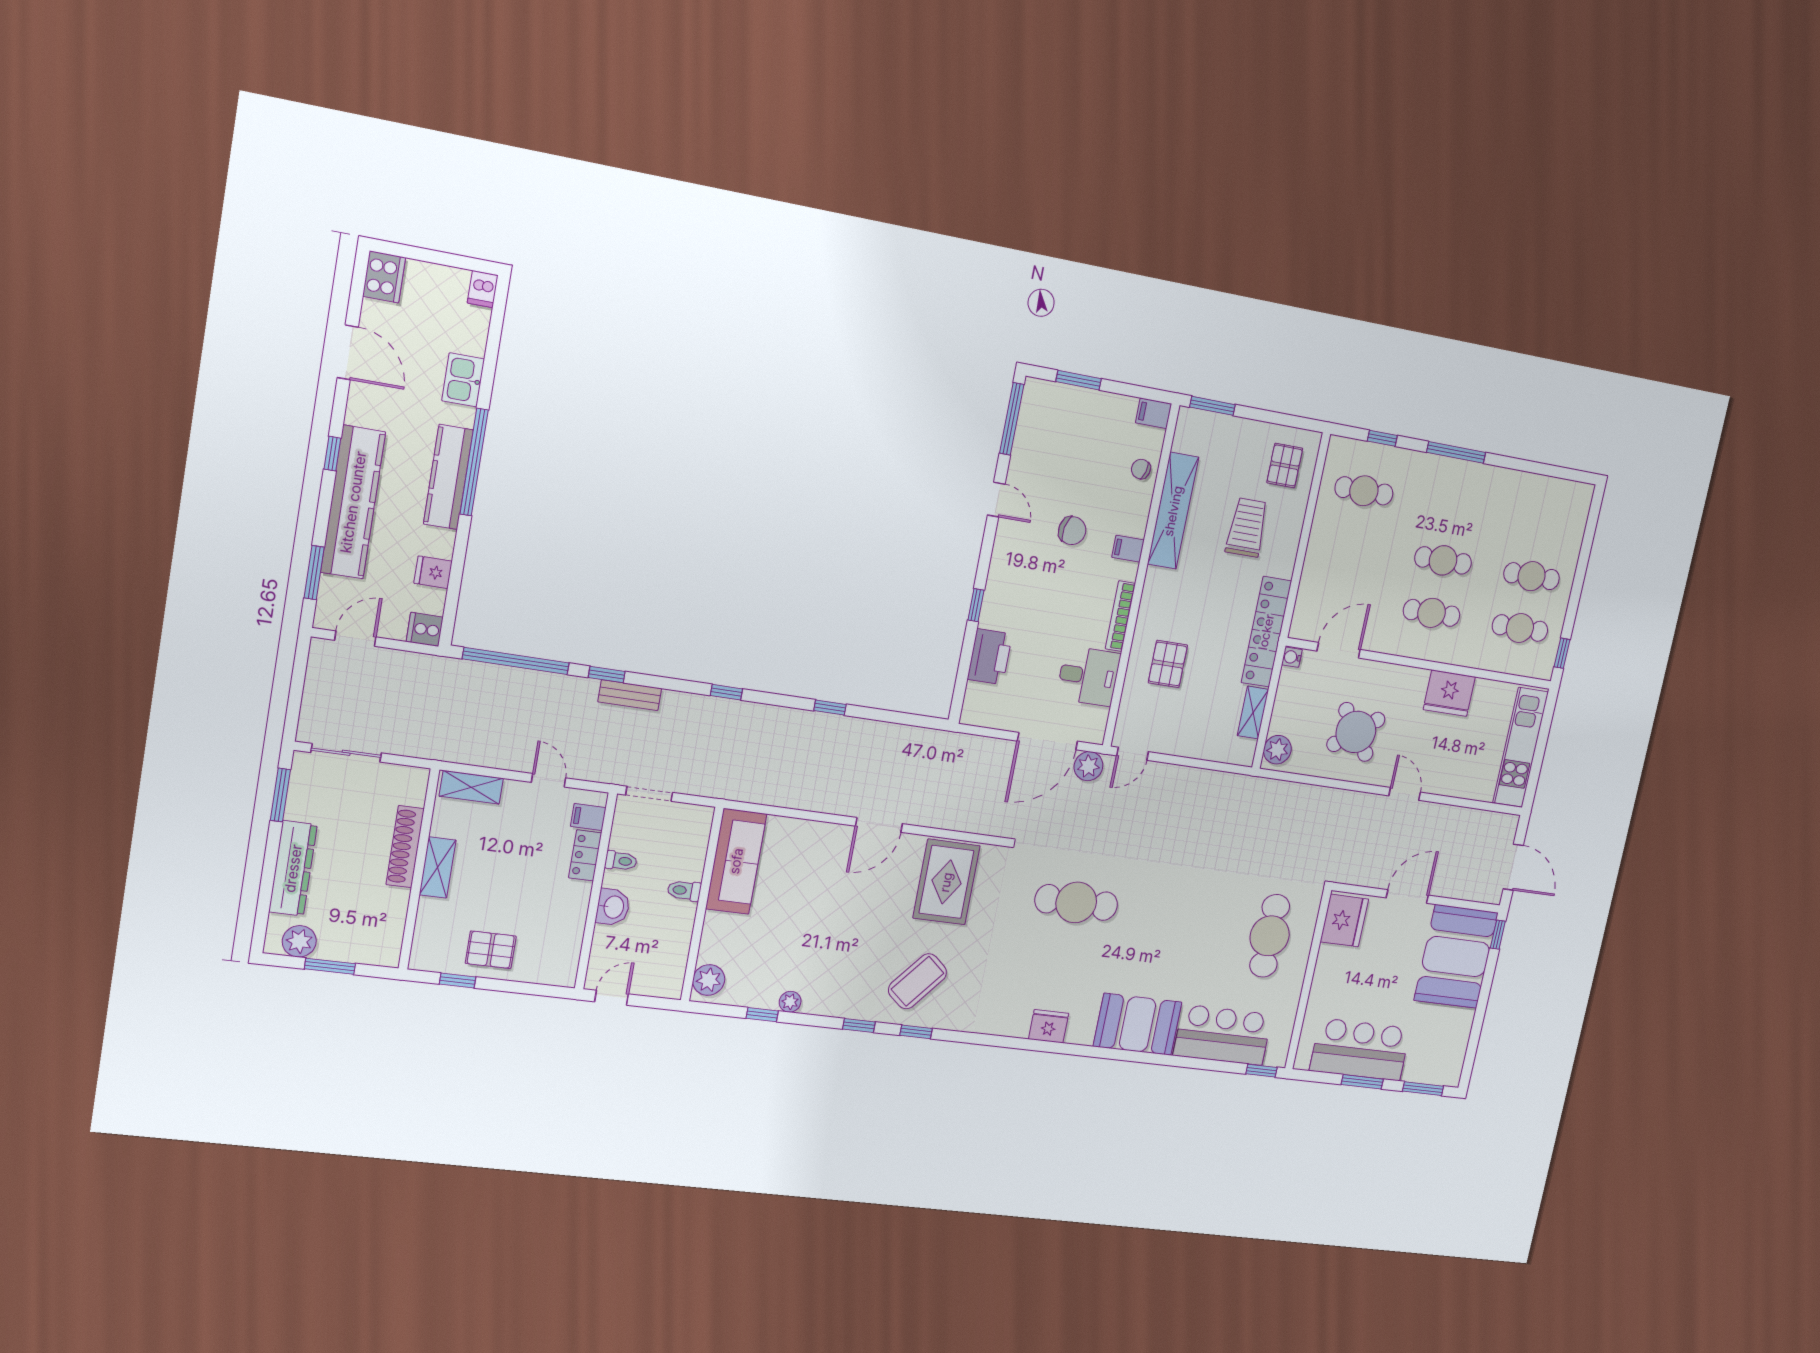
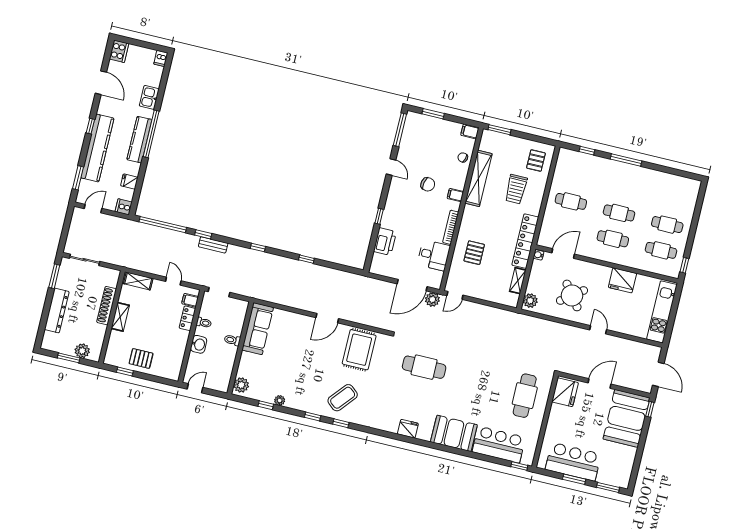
cafe table: (1364, 491) -> (571, 201), moved
trolley: (1247, 527) -> (516, 189), turned 180
plant: (299, 941) -> (82, 351), moved

